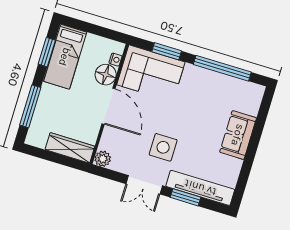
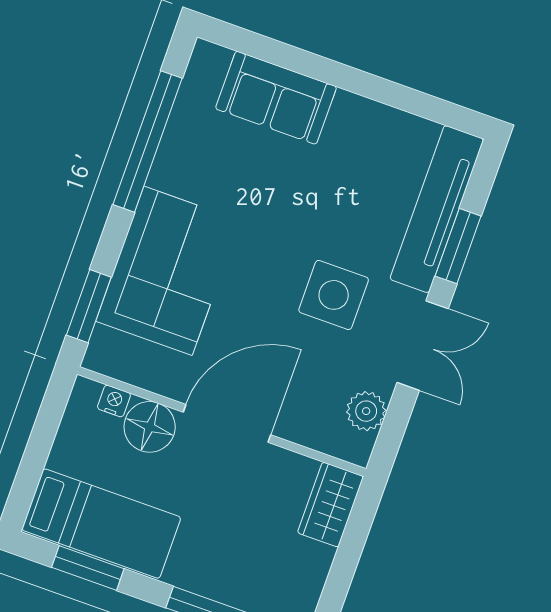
window: (167, 51) -> (89, 306), moved
corner sofa: (151, 73) -> (168, 271), moved
sofa: (238, 135) -> (276, 98), moved
wardrobe: (70, 148) -> (331, 505), width x0.67
plant: (103, 159) -> (366, 411), moved

